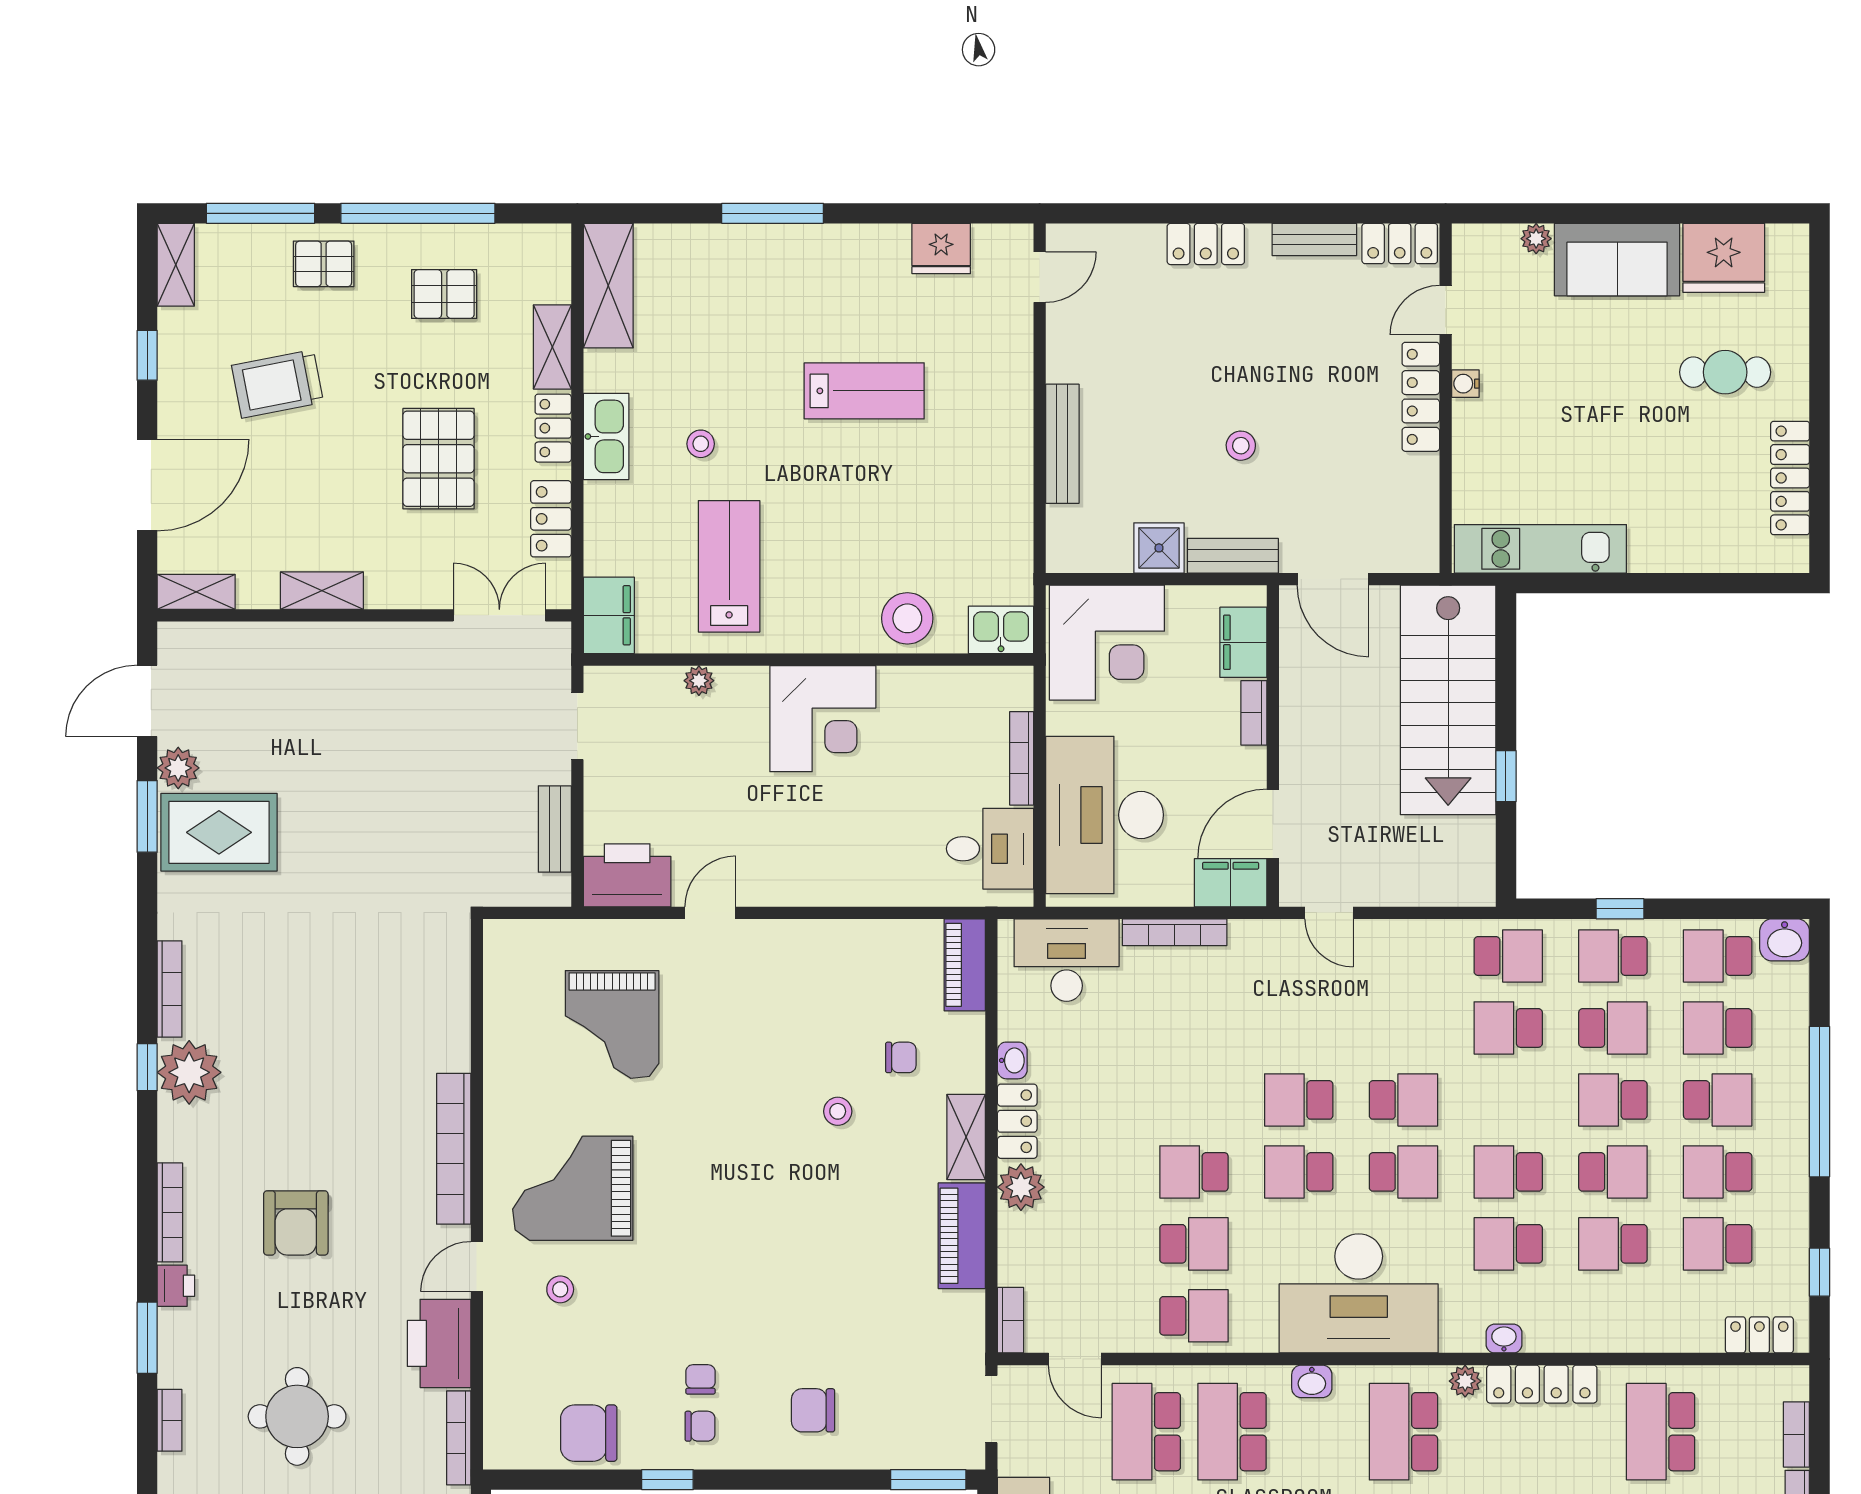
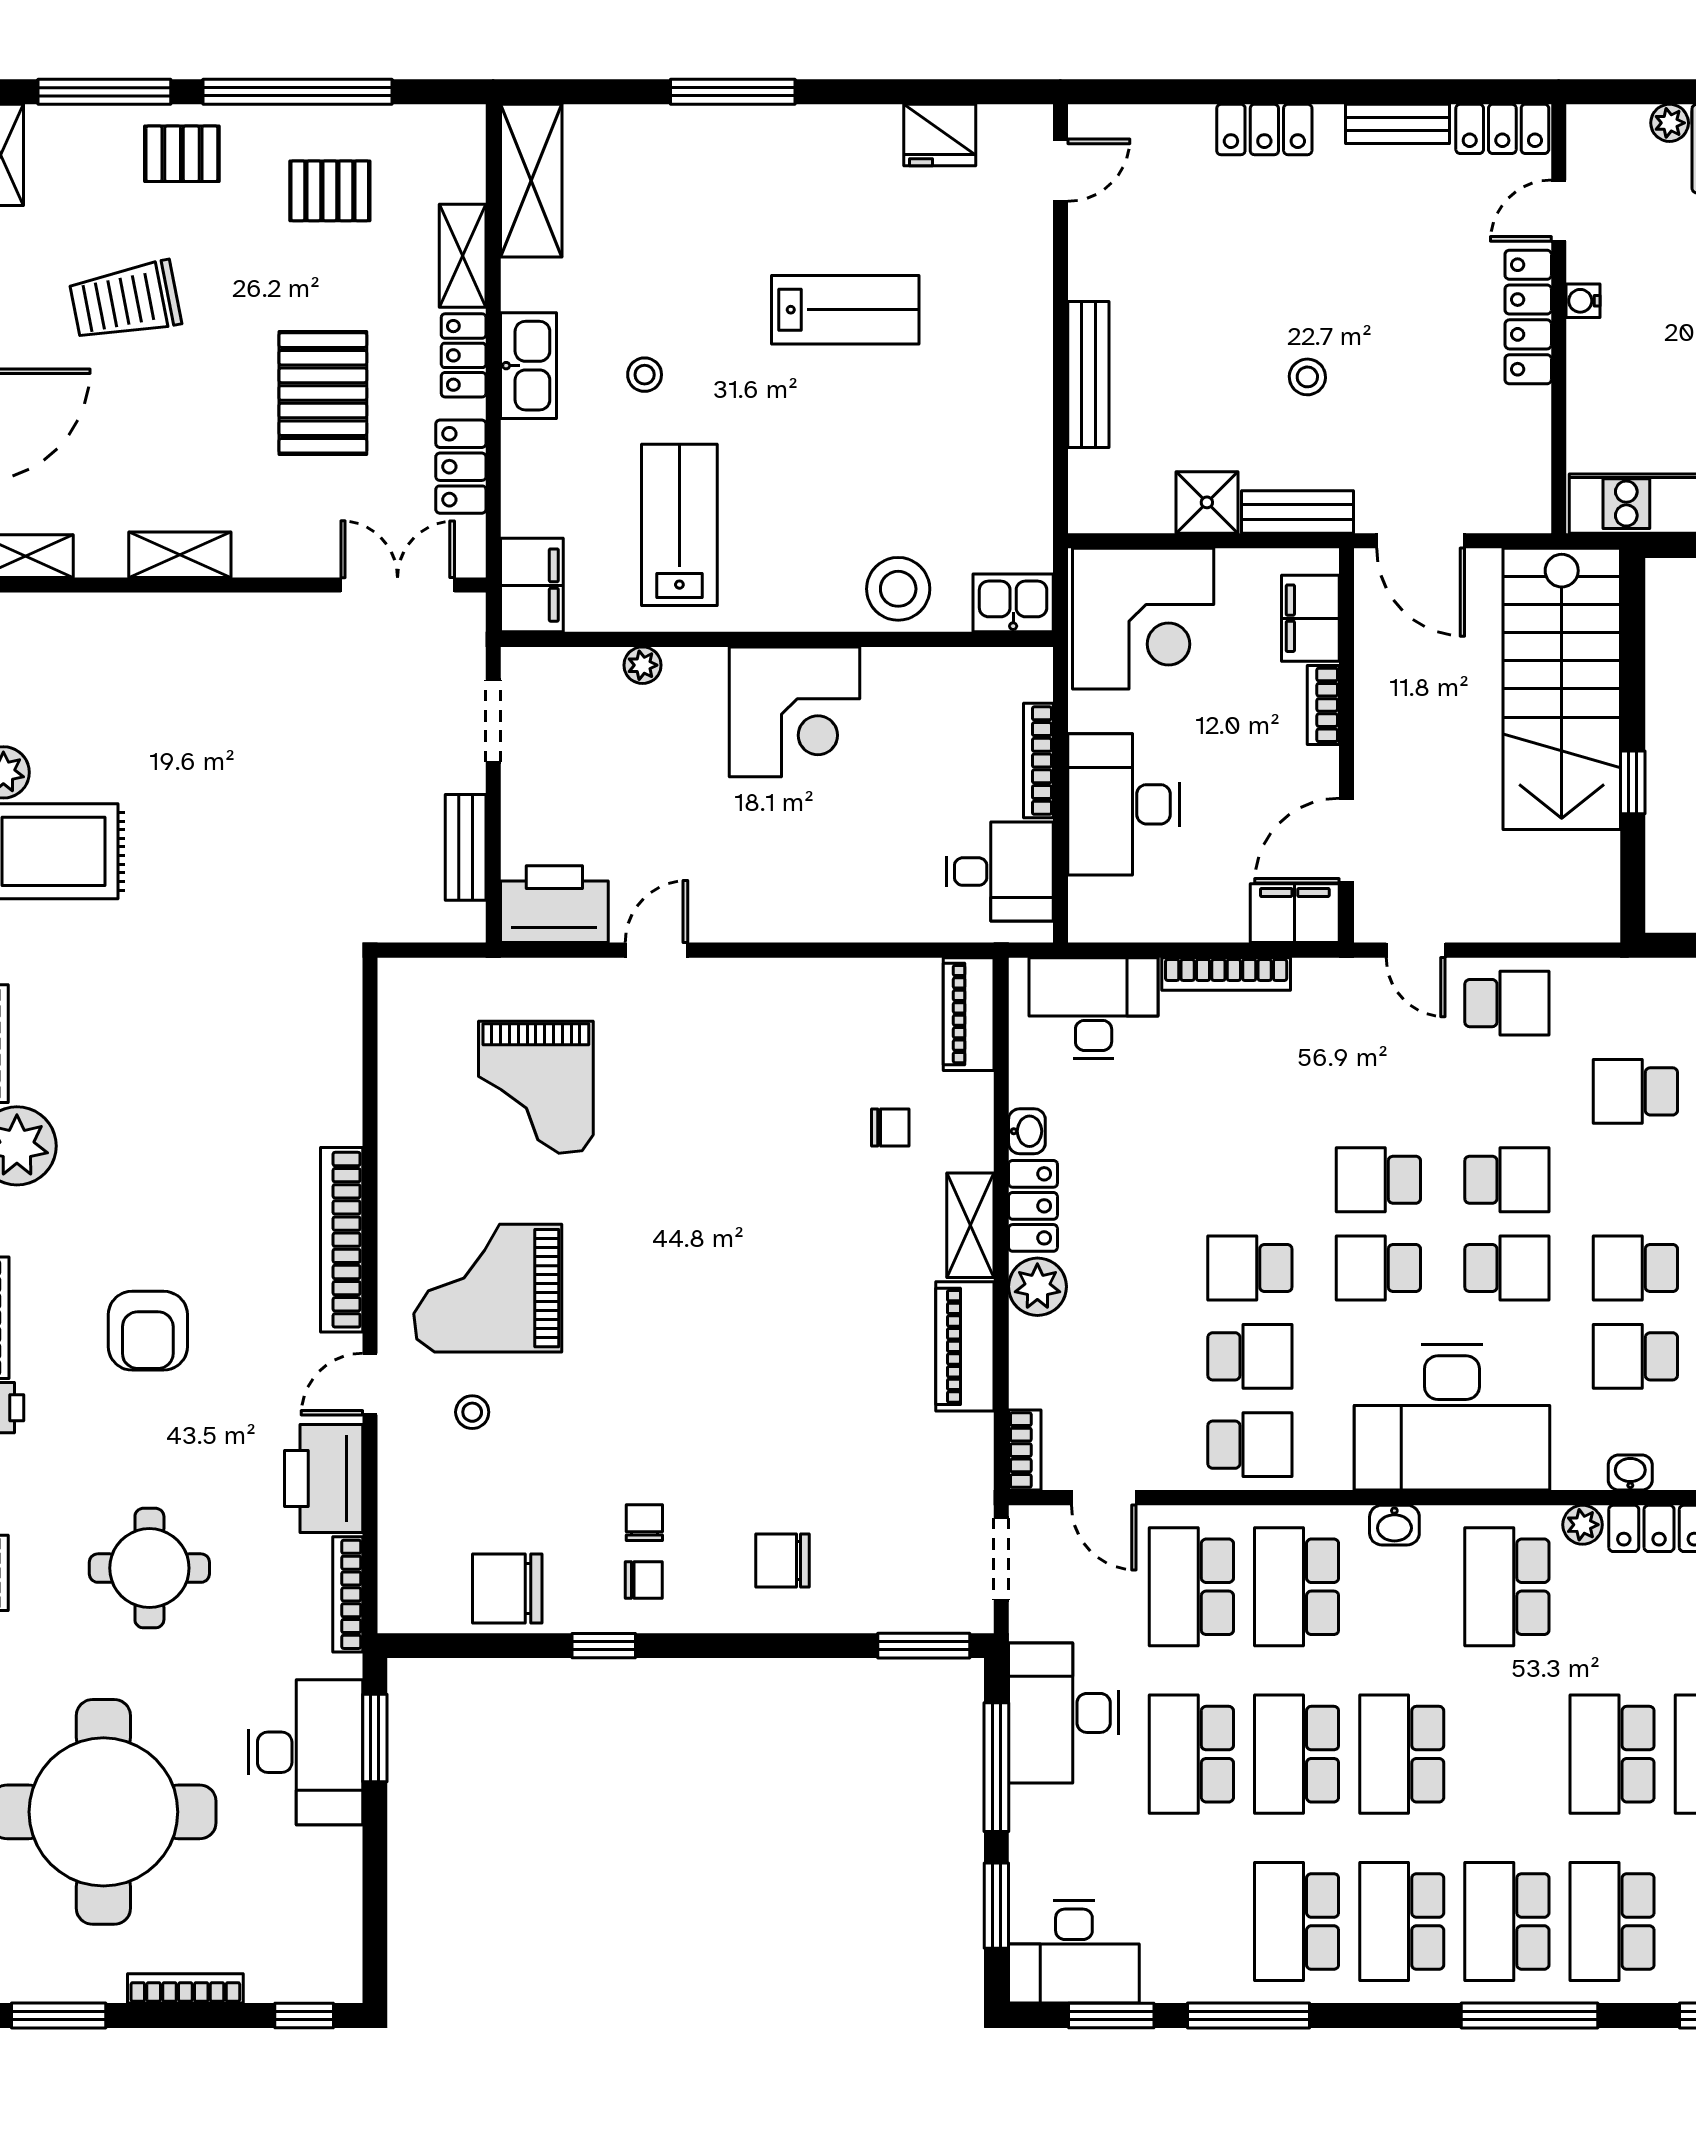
desk: (1105, 815) -> (1123, 804), width x0.73, depth x0.77
school desk: (1508, 956) -> (1507, 1003), moved
stool: (838, 1111) -> (813, 1194), removed

